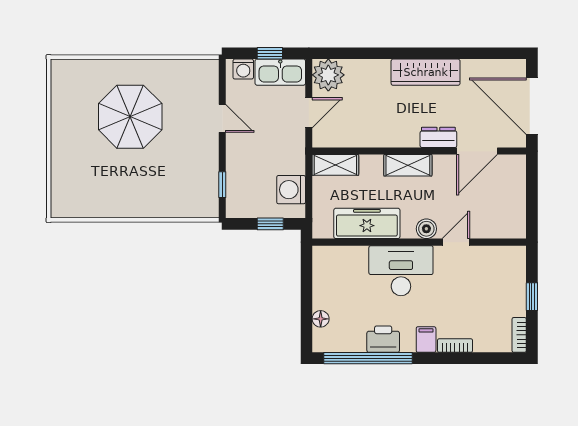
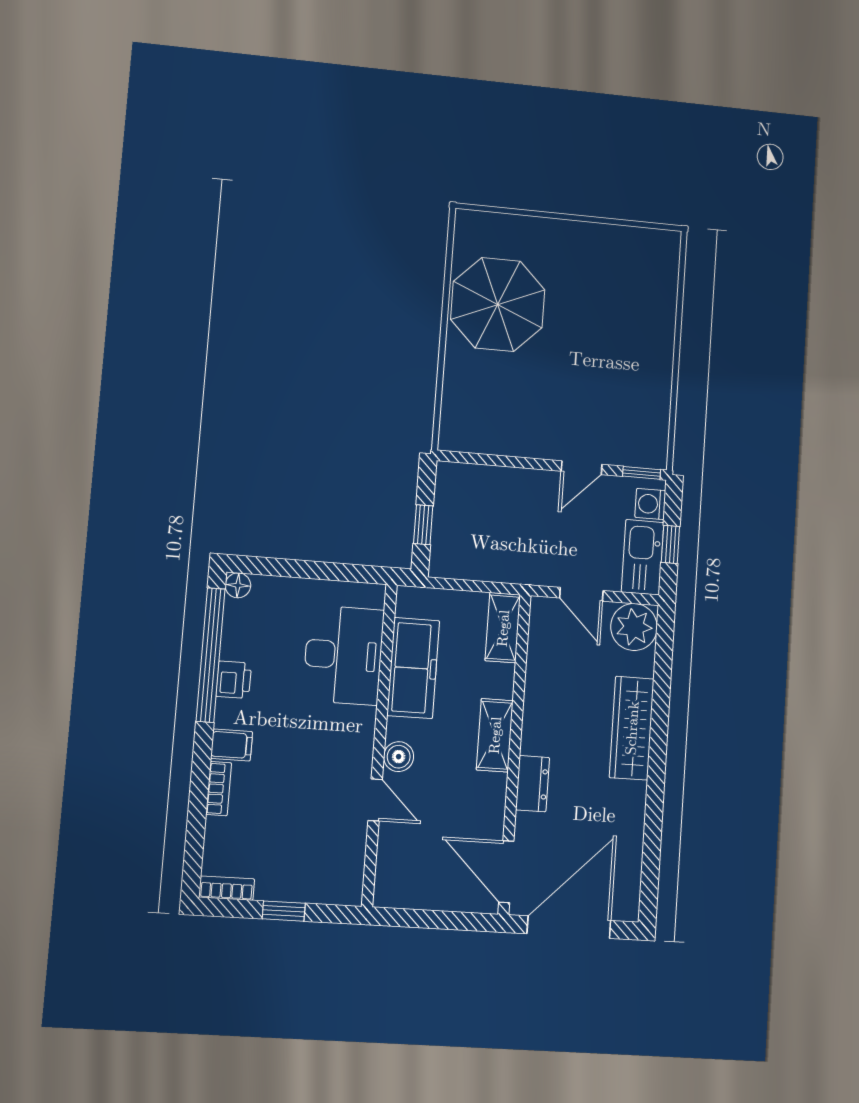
wardrobe: (426, 72) -> (632, 728), moved
parasol: (130, 117) -> (498, 305), moved
door: (477, 151) -> (506, 872), moved
window: (222, 185) -> (642, 473), moved
washing machine: (291, 190) -> (471, 560), removed
desk: (401, 271) -> (343, 655), moved
floor lamp: (321, 319) -> (238, 585), moved
printer: (383, 339) -> (234, 680), width x0.73, depth x0.81

